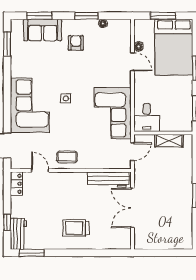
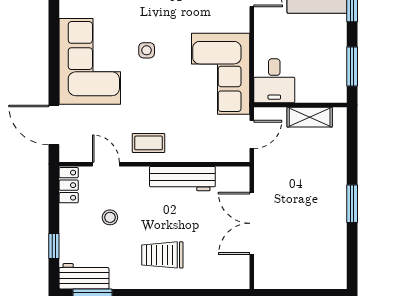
workbench: (108, 180) -> (182, 179), moved
stool: (43, 204) -> (110, 217), added
workbench: (19, 234) -> (84, 276), moved, turned -90

